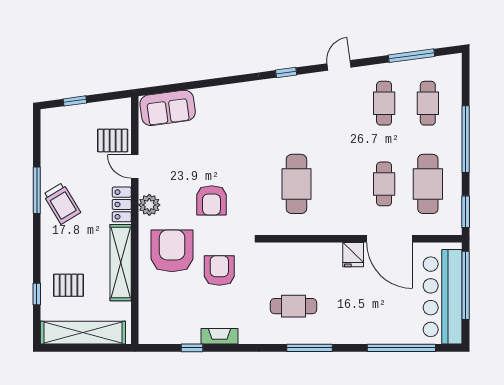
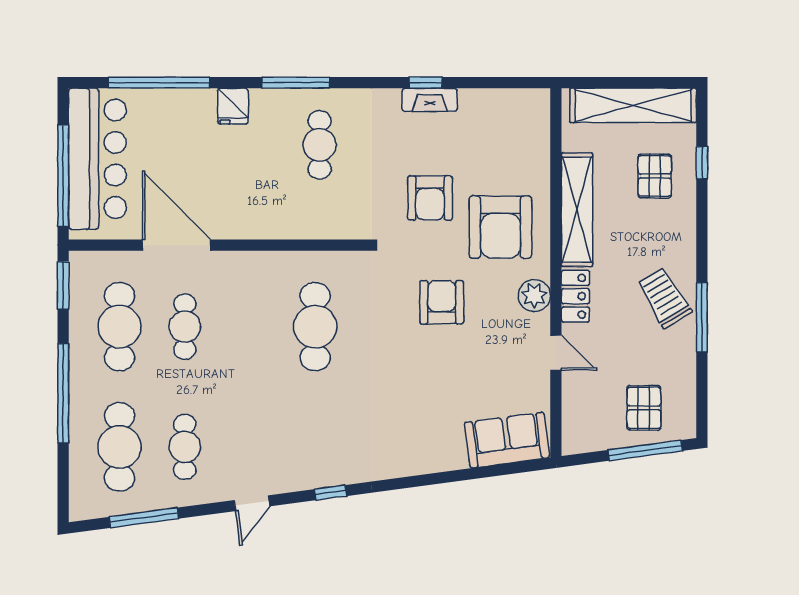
window: (75, 101) -> (645, 450), width x2.17
cafe table: (428, 103) -> (119, 447), width x1.37, depth x1.35
pallet: (113, 140) -> (644, 408), moved, turned 90
fridge: (353, 255) -> (233, 106), moved, turned 180
pallet: (68, 285) -> (655, 176), turned 90
cafe table: (293, 306) -> (320, 145), turned 90
window: (192, 348) -> (426, 83), moved

